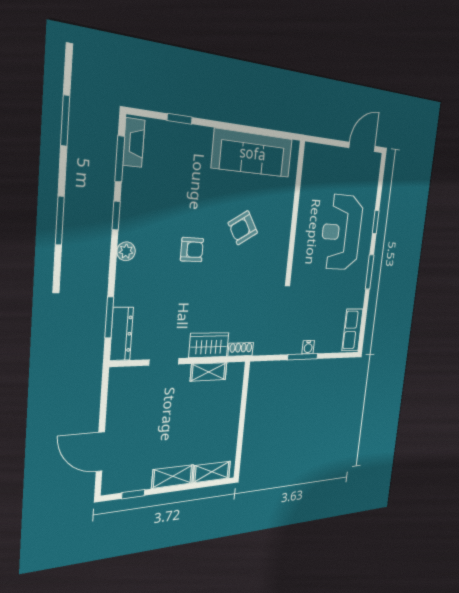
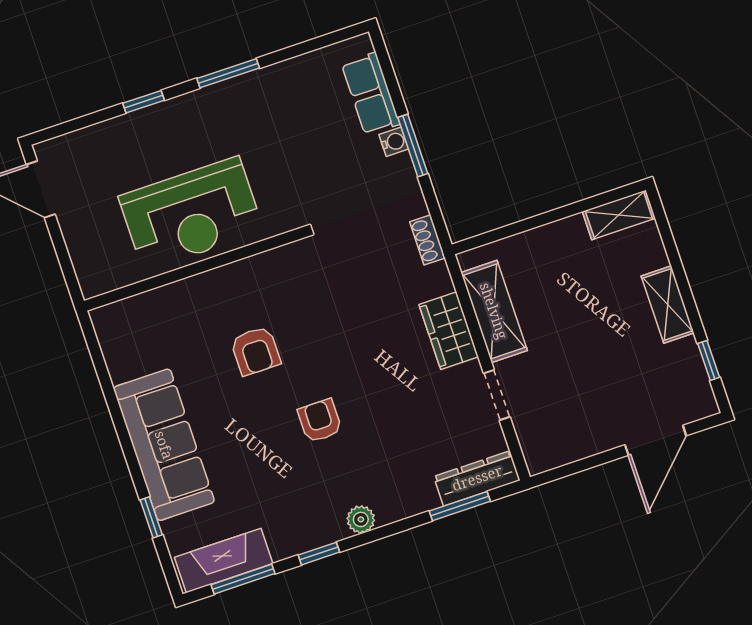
fireplace: (134, 143) -> (224, 560), width x1.37, depth x1.32
sofa: (253, 153) -> (164, 445), moved
armchair: (243, 228) -> (256, 351), turned 32
reception desk: (341, 232) -> (191, 214), moved
row of seats: (352, 330) -> (371, 94), moved, turned 90
shoe rack: (241, 349) -> (427, 240), moved
shelving: (209, 372) -> (494, 311), width x1.50, depth x1.33
shelving: (212, 472) -> (619, 215), moved, turned 90

